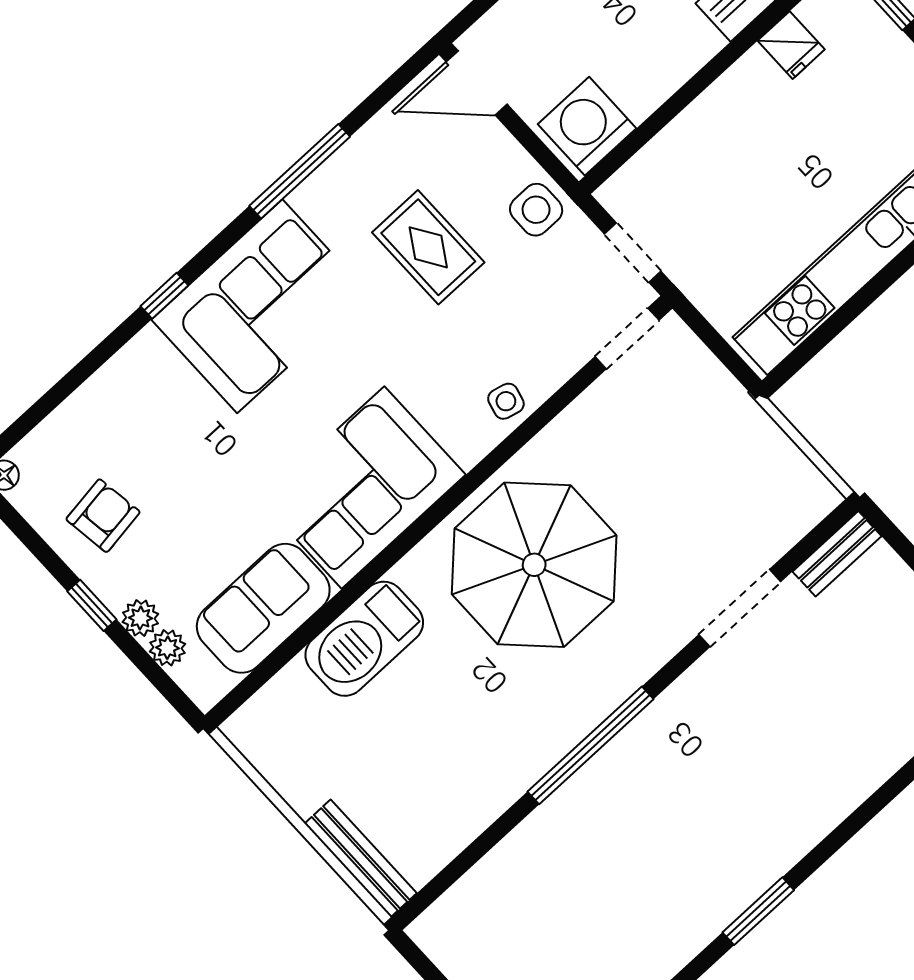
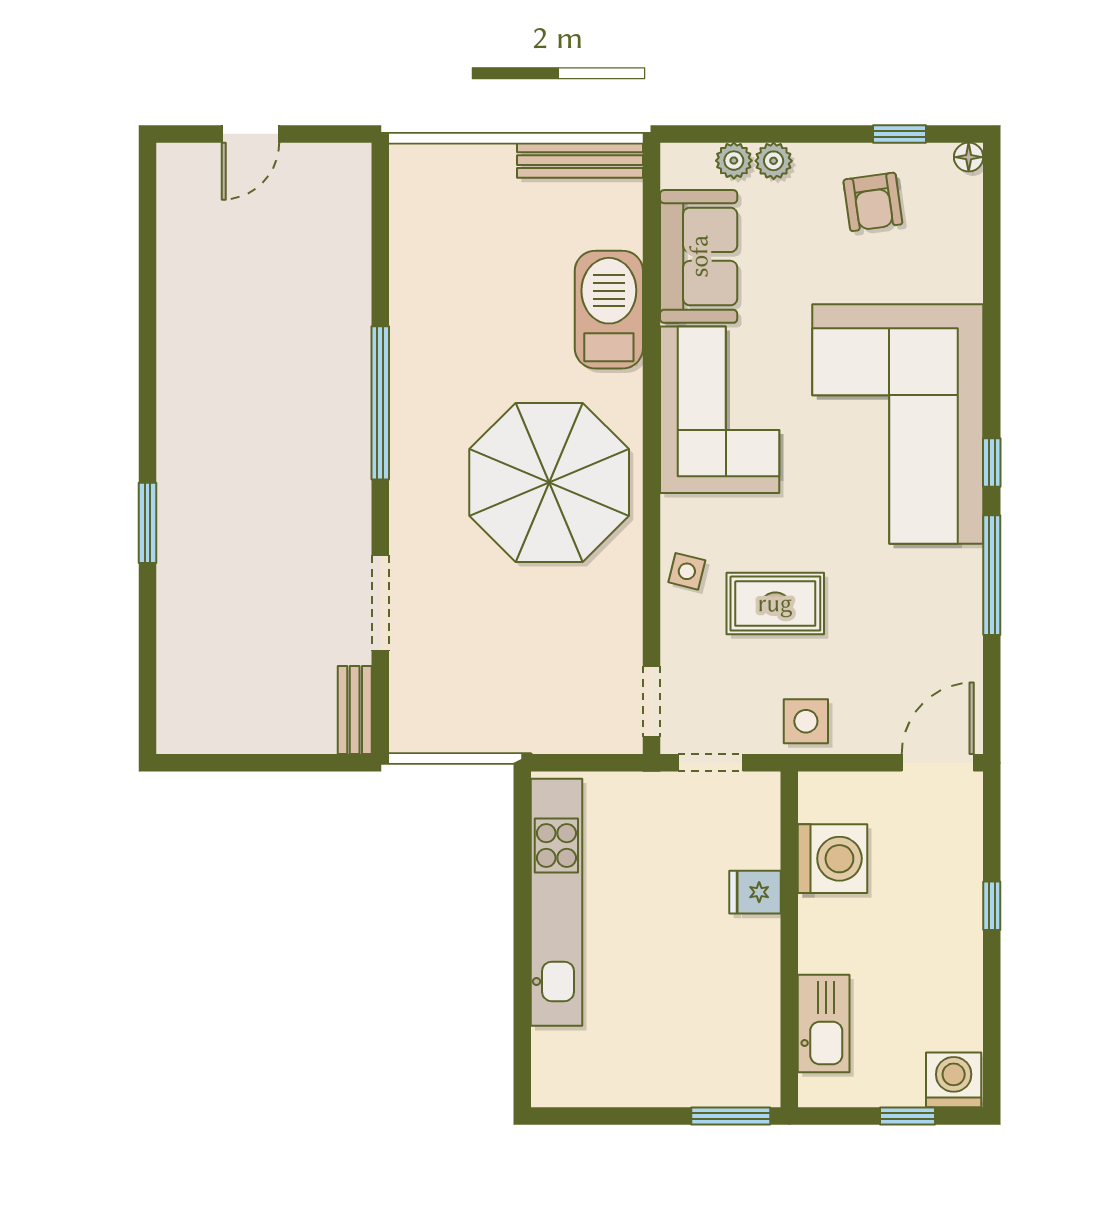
fridge: (791, 45) -> (755, 892), moved
washing machine: (587, 126) -> (833, 859), moved
rug: (428, 247) -> (775, 603), moved
window: (164, 296) -> (992, 462), moved
corner sofa: (260, 306) -> (898, 424), width x1.36, depth x1.36
window: (92, 605) -> (899, 134), moved
bench: (361, 858) -> (580, 160), moved
window: (758, 911) -> (148, 523), moved

